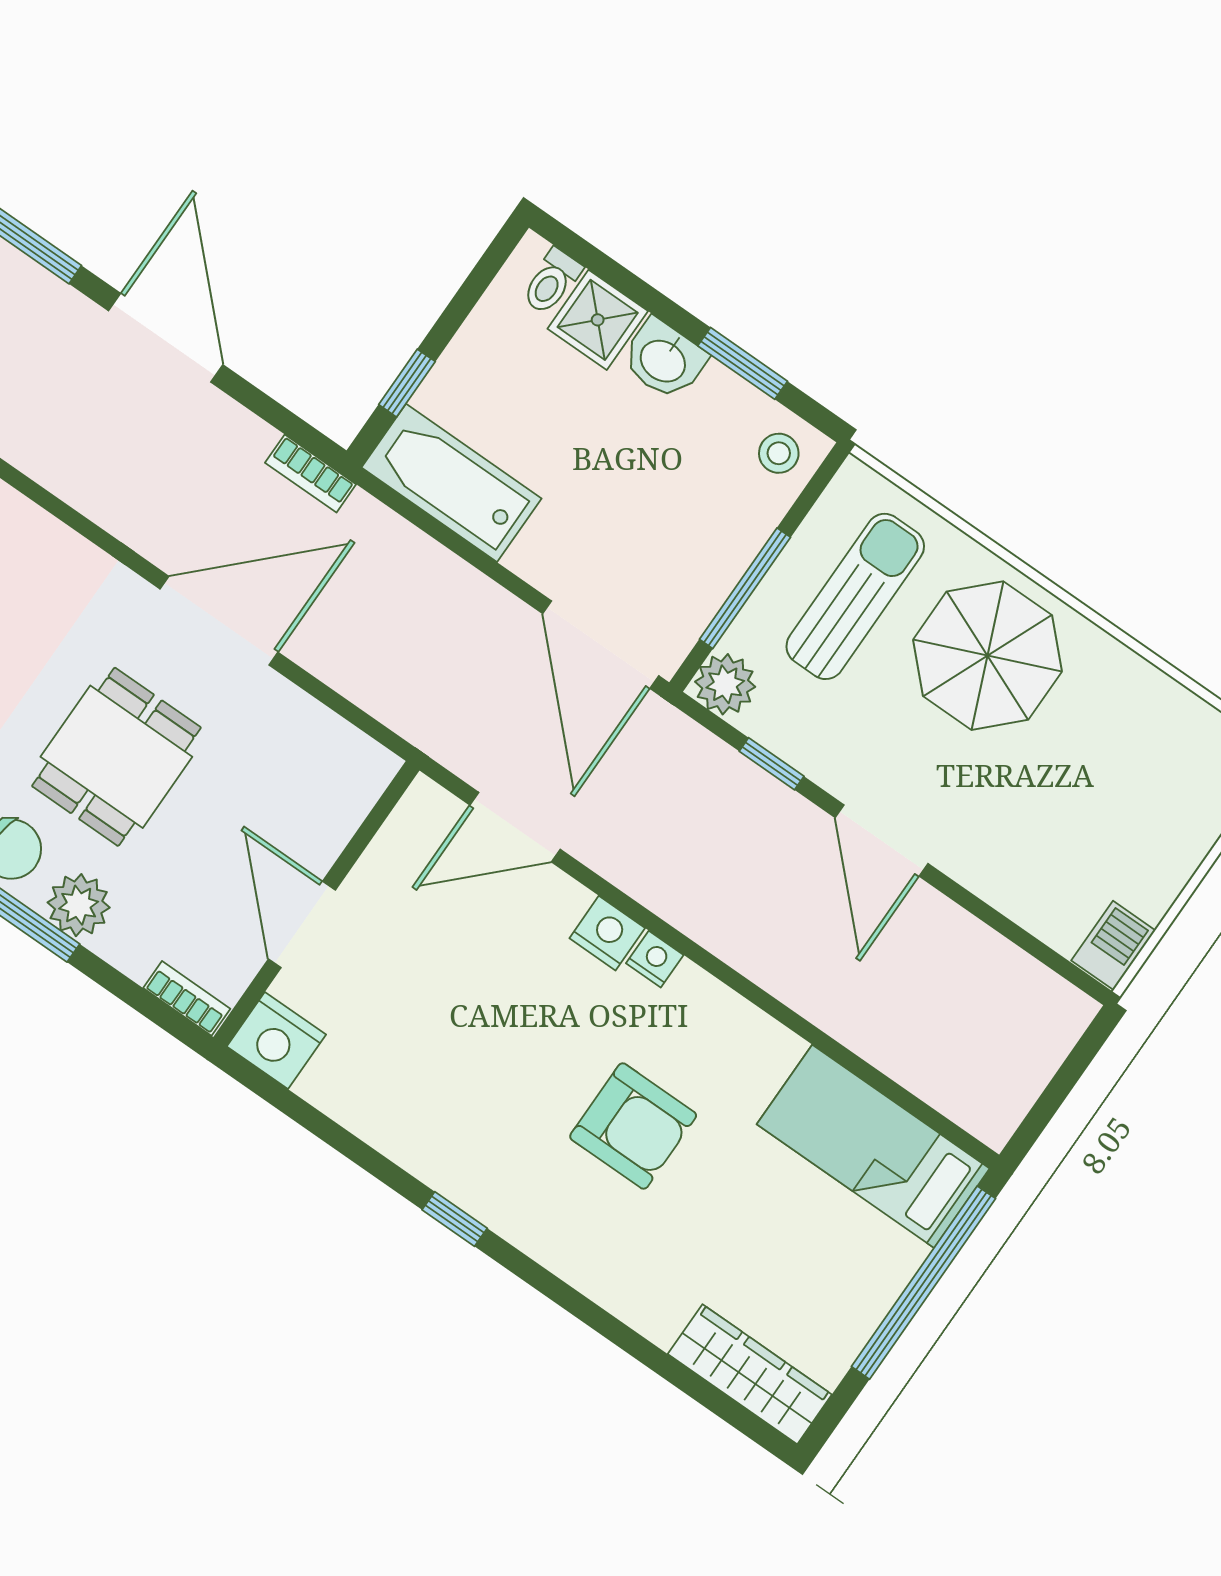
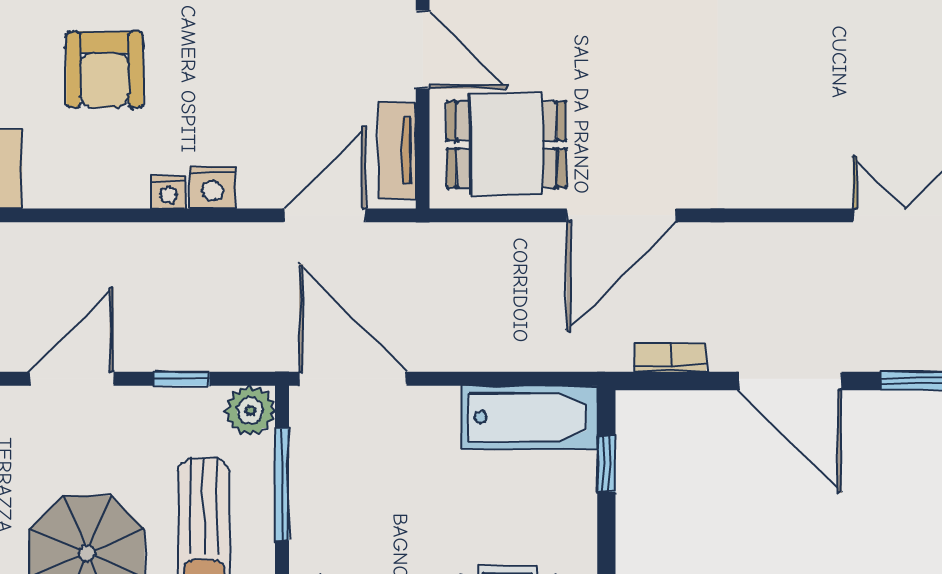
bookcase: (311, 474) -> (670, 358), moved
dining table: (116, 757) -> (506, 145), moved, turned 90
door: (881, 840) -> (71, 379), hinge flipped
tv unit: (398, 841) -> (397, 151), added
armchair: (633, 1126) -> (105, 69), turned -90

